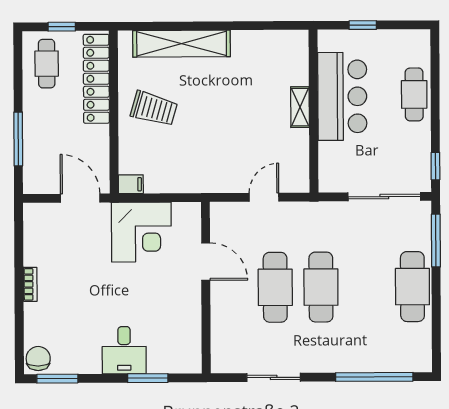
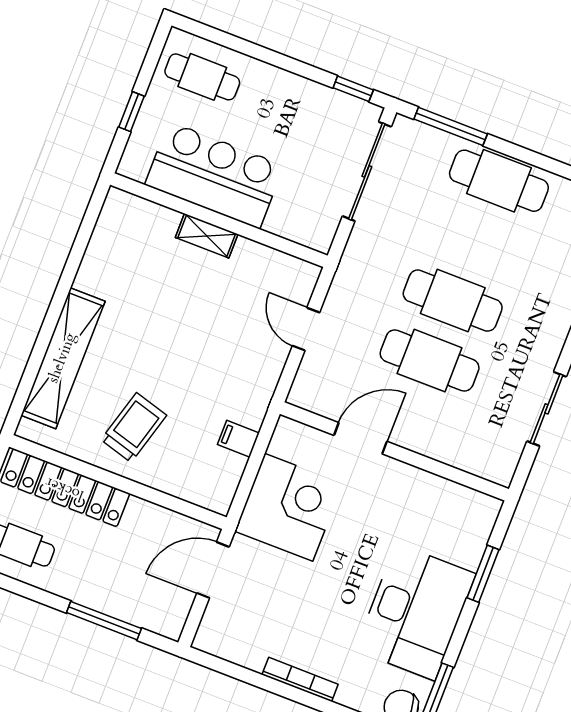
cafe table: (414, 94) -> (202, 77), moved
filing cabinet: (131, 184) -> (238, 439), moved, turned -90
bookcase: (30, 284) -> (300, 680), width x1.56
desk: (124, 350) -> (415, 612), width x1.87, depth x1.30

